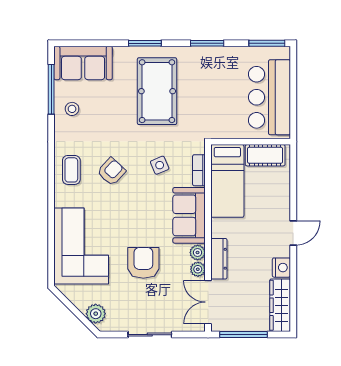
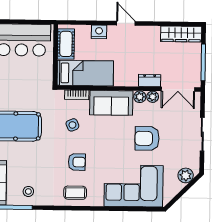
armchair: (111, 172) -> (77, 162), turned 138
dresser: (219, 259) -> (150, 81), width x0.70
nightstand: (281, 268) -> (99, 32), moved

